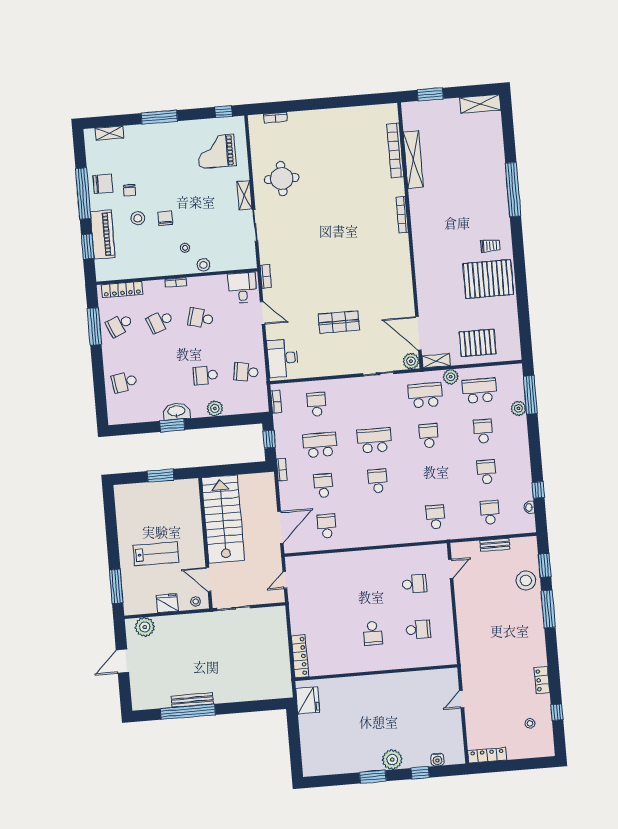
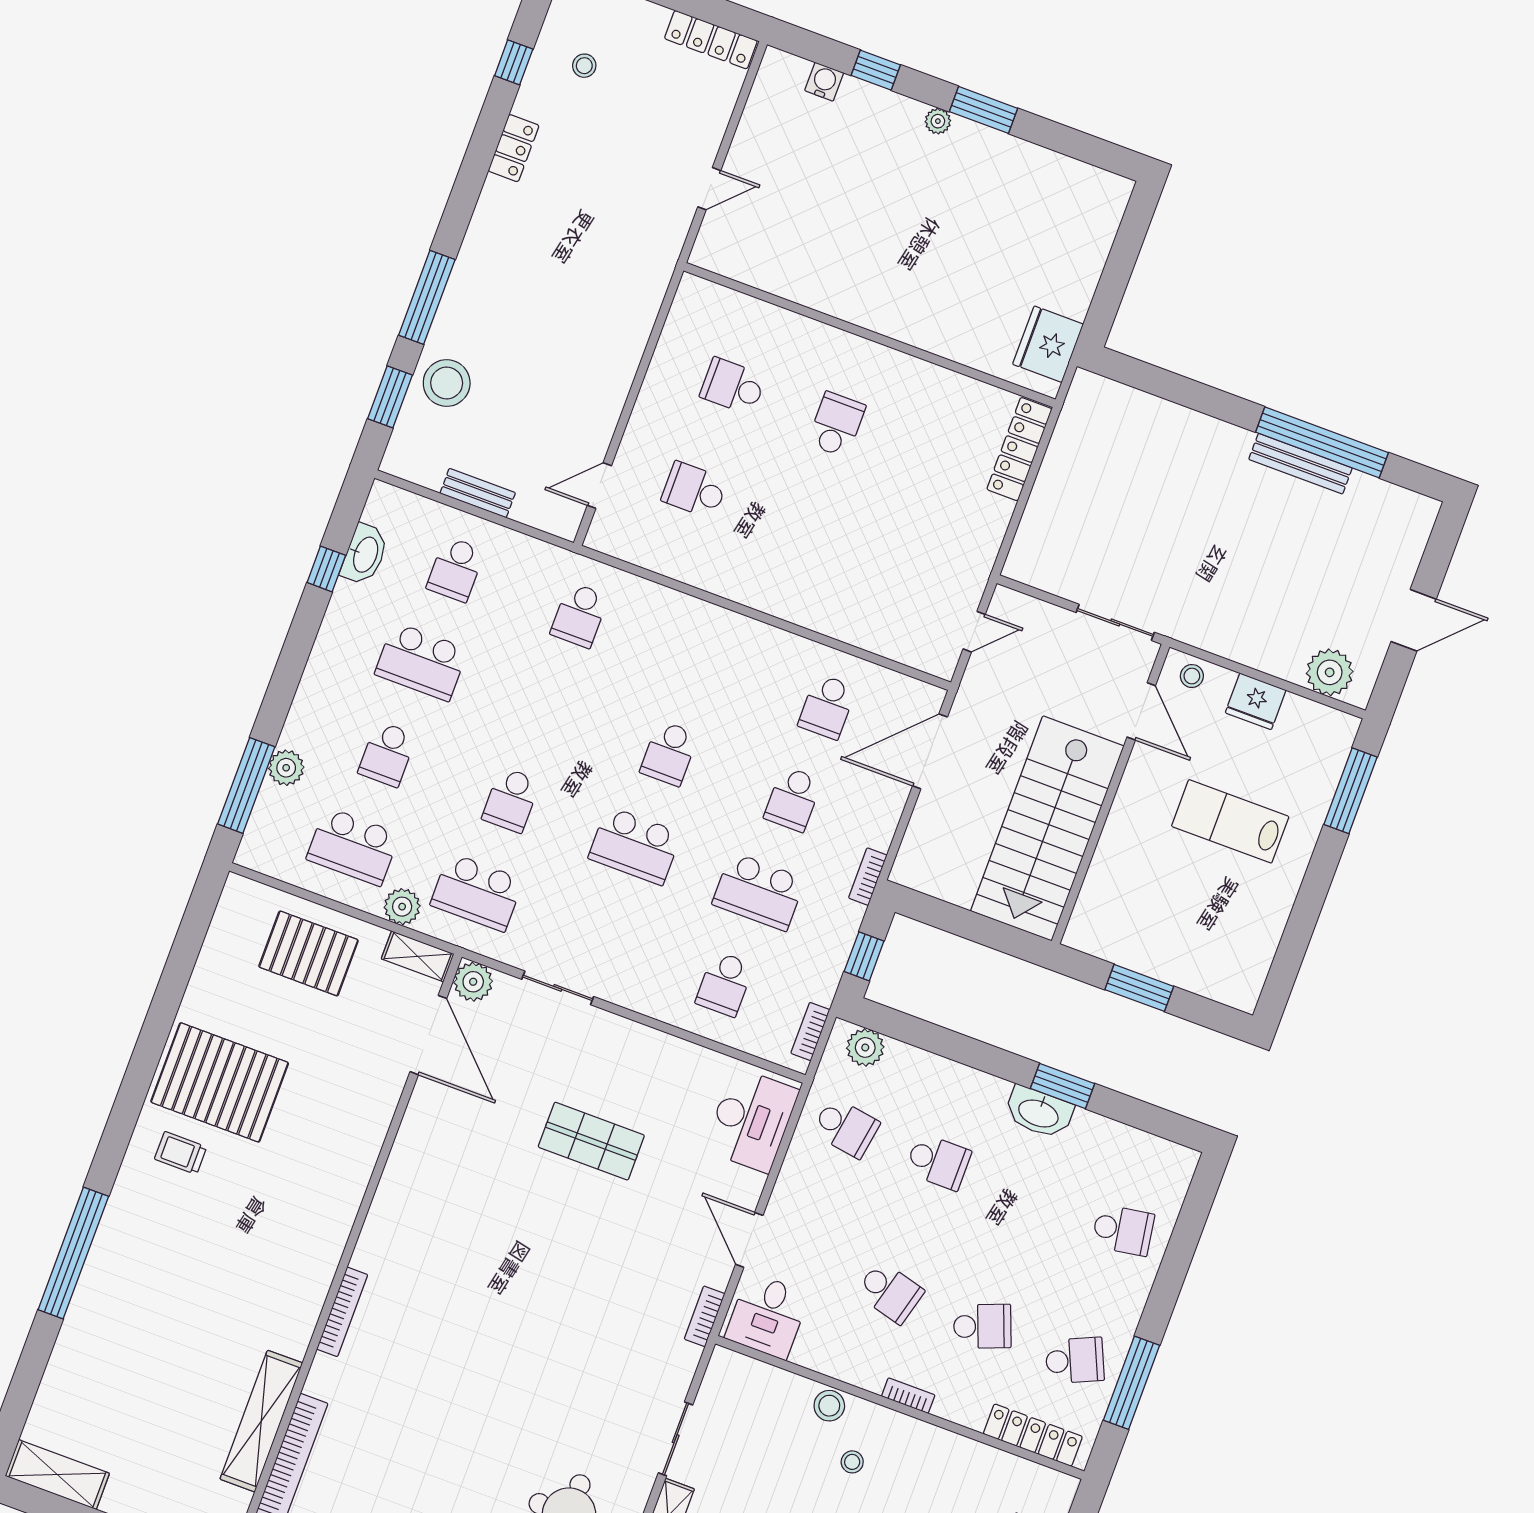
plant: (215, 408) -> (865, 1047), moved
school desk: (486, 472) -> (421, 662), width x1.85
washbasin: (529, 507) -> (365, 554), width x1.91, depth x1.45
plant: (392, 760) -> (938, 121), width x0.53, depth x0.53

